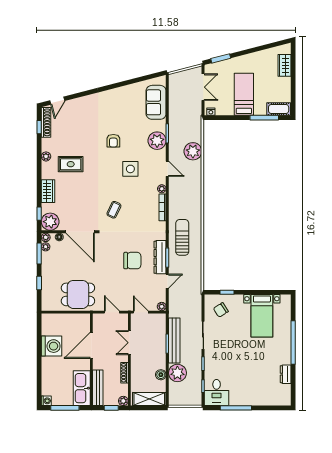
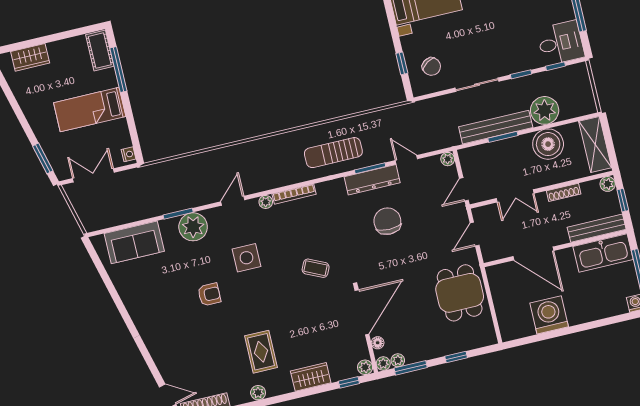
plant: (193, 151) -> (196, 168), removed
plant: (50, 222) -> (365, 367), width x0.53, depth x0.53
boiler: (161, 375) -> (548, 144), width x1.86, depth x1.86

